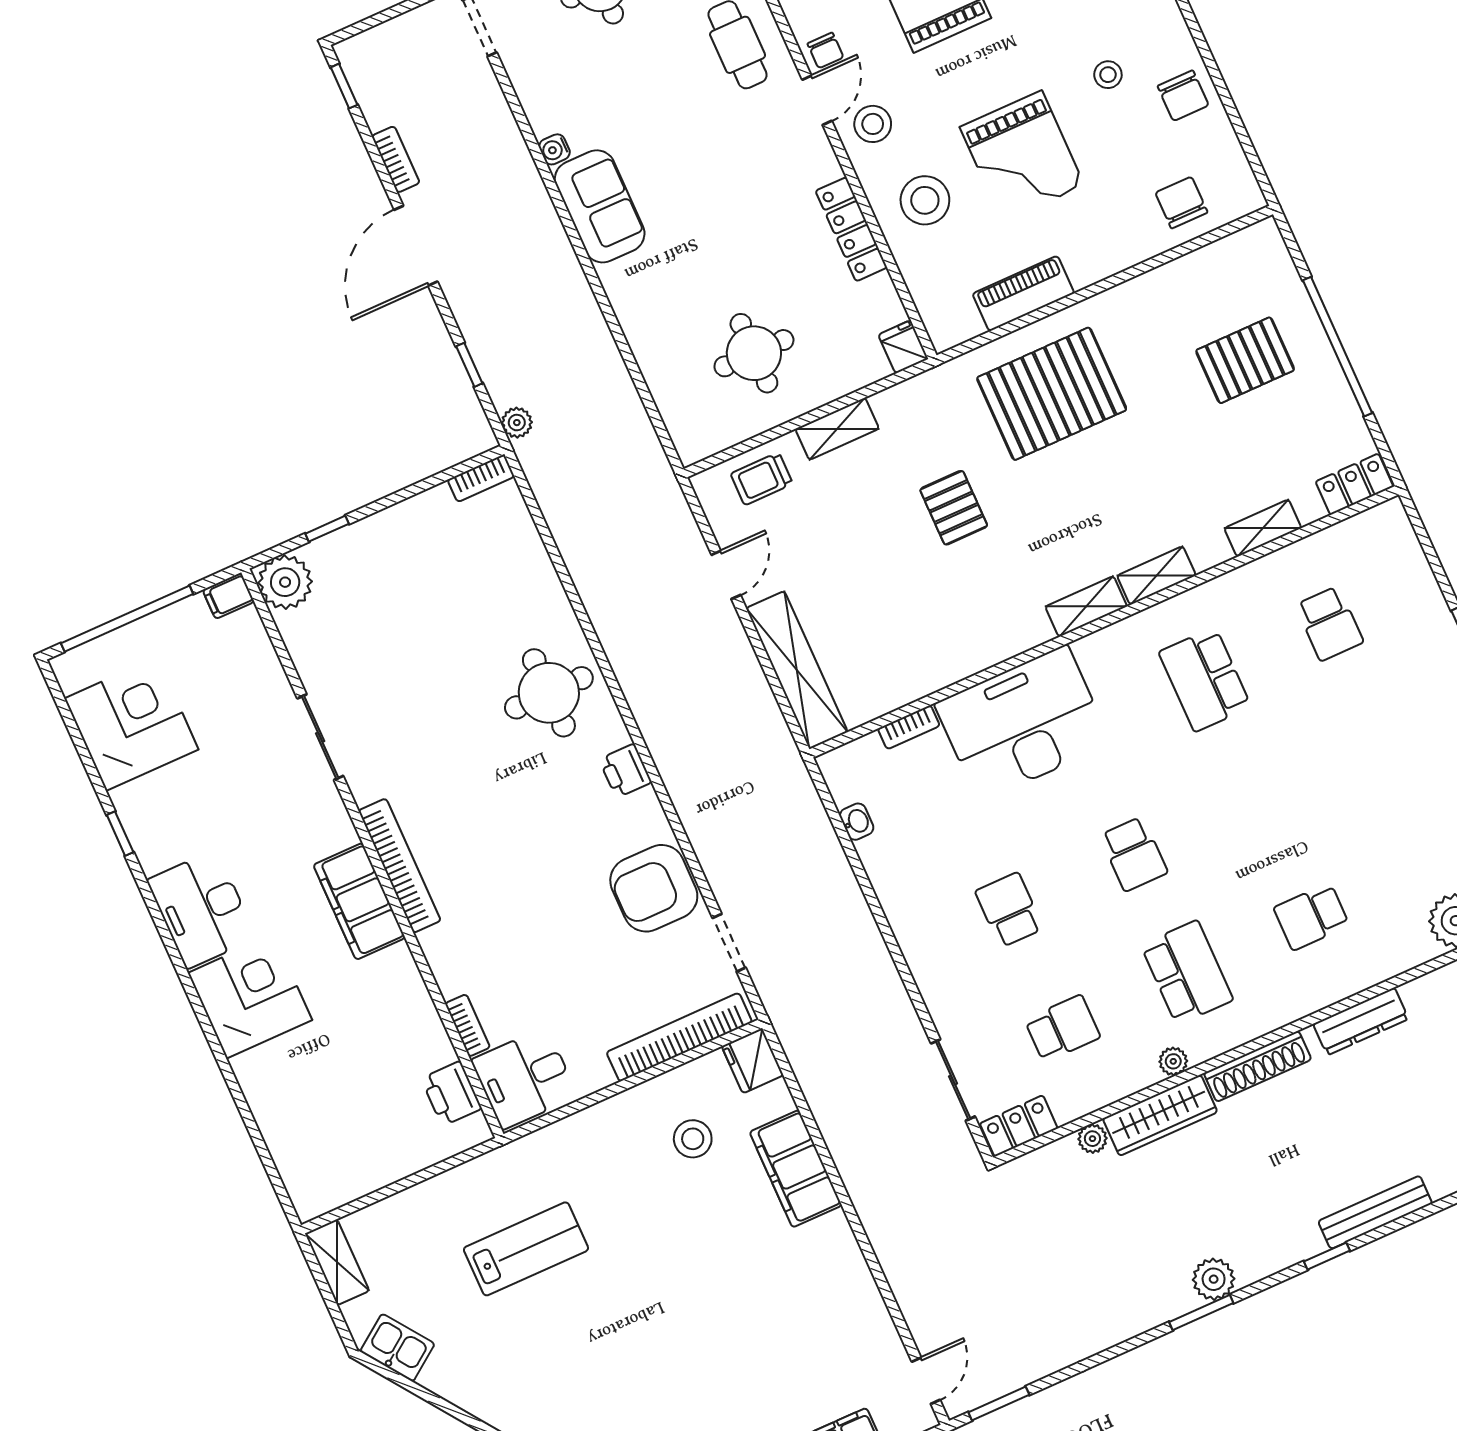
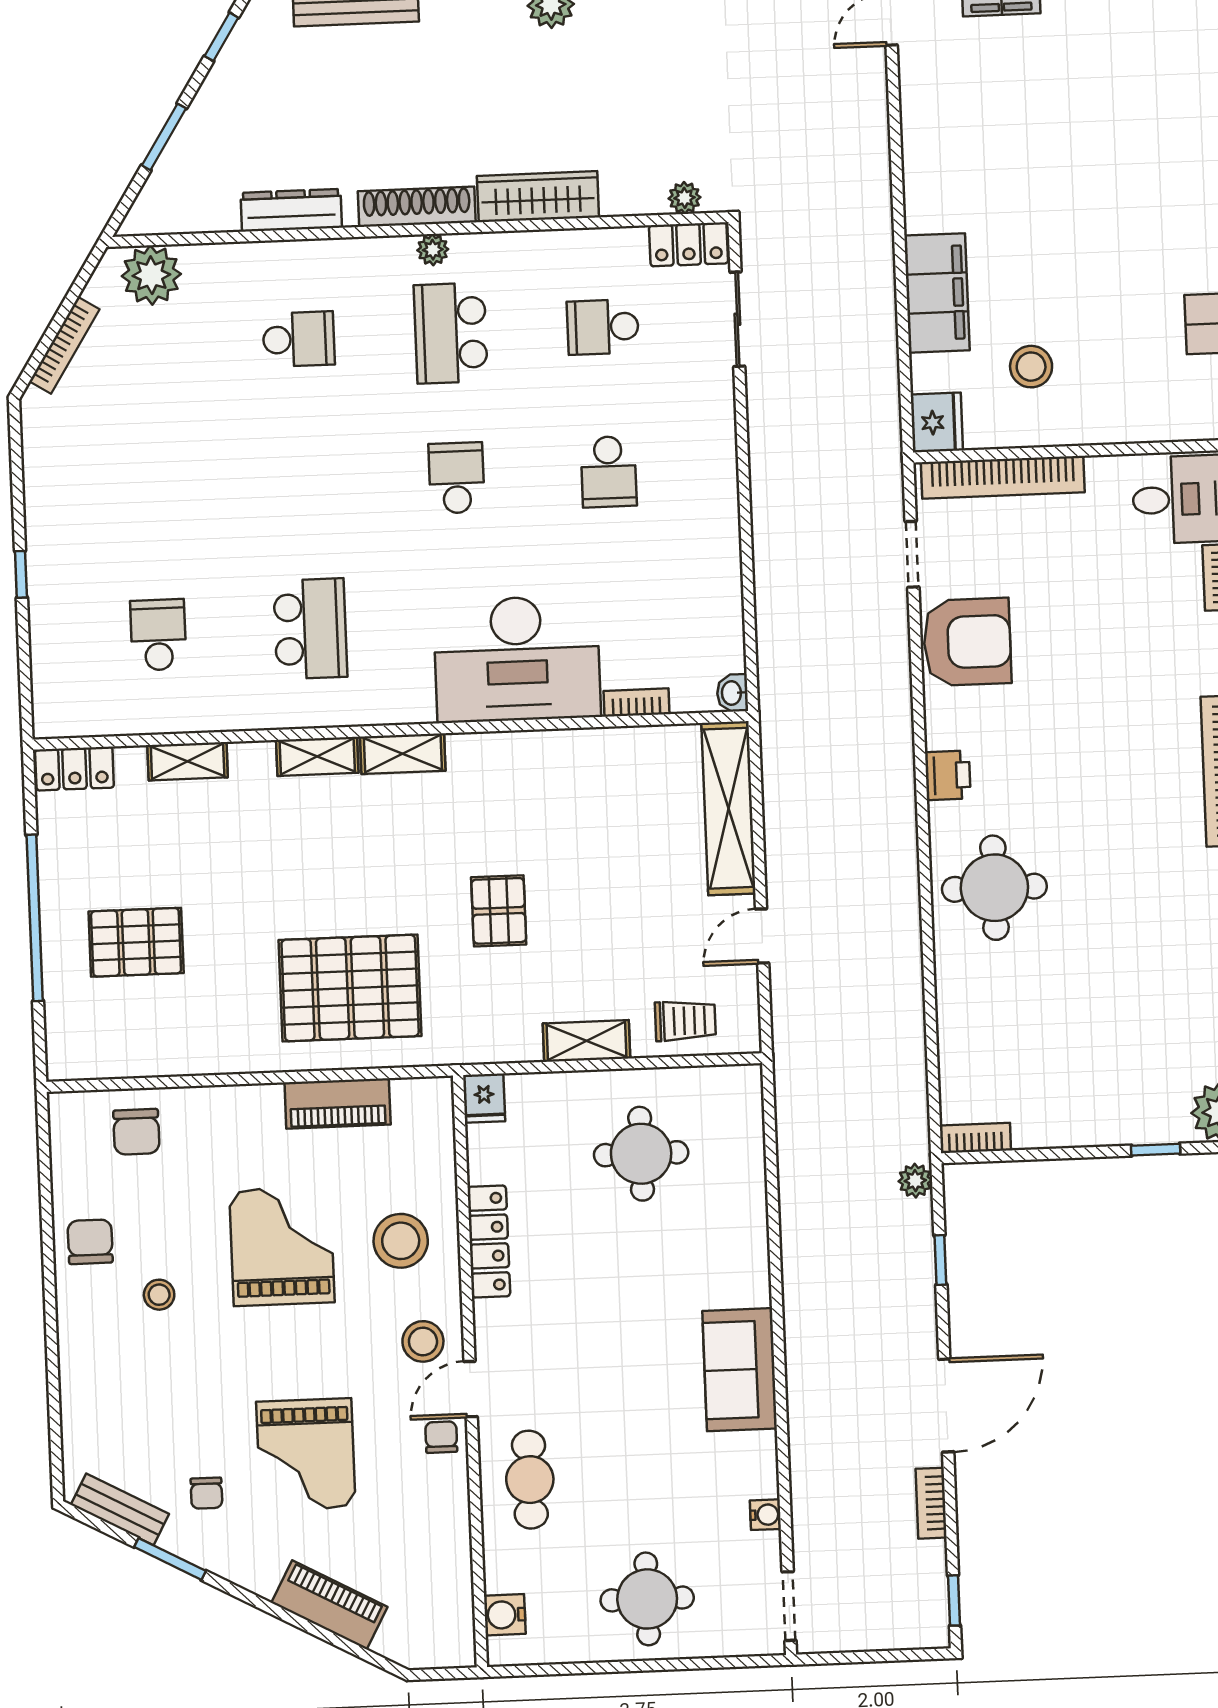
water cooler: (554, 149) -> (765, 1515), moved
washbasin: (857, 822) -> (732, 693), moved
plant: (1173, 1061) -> (433, 250), moved
plant: (1092, 1139) -> (684, 198), moved

